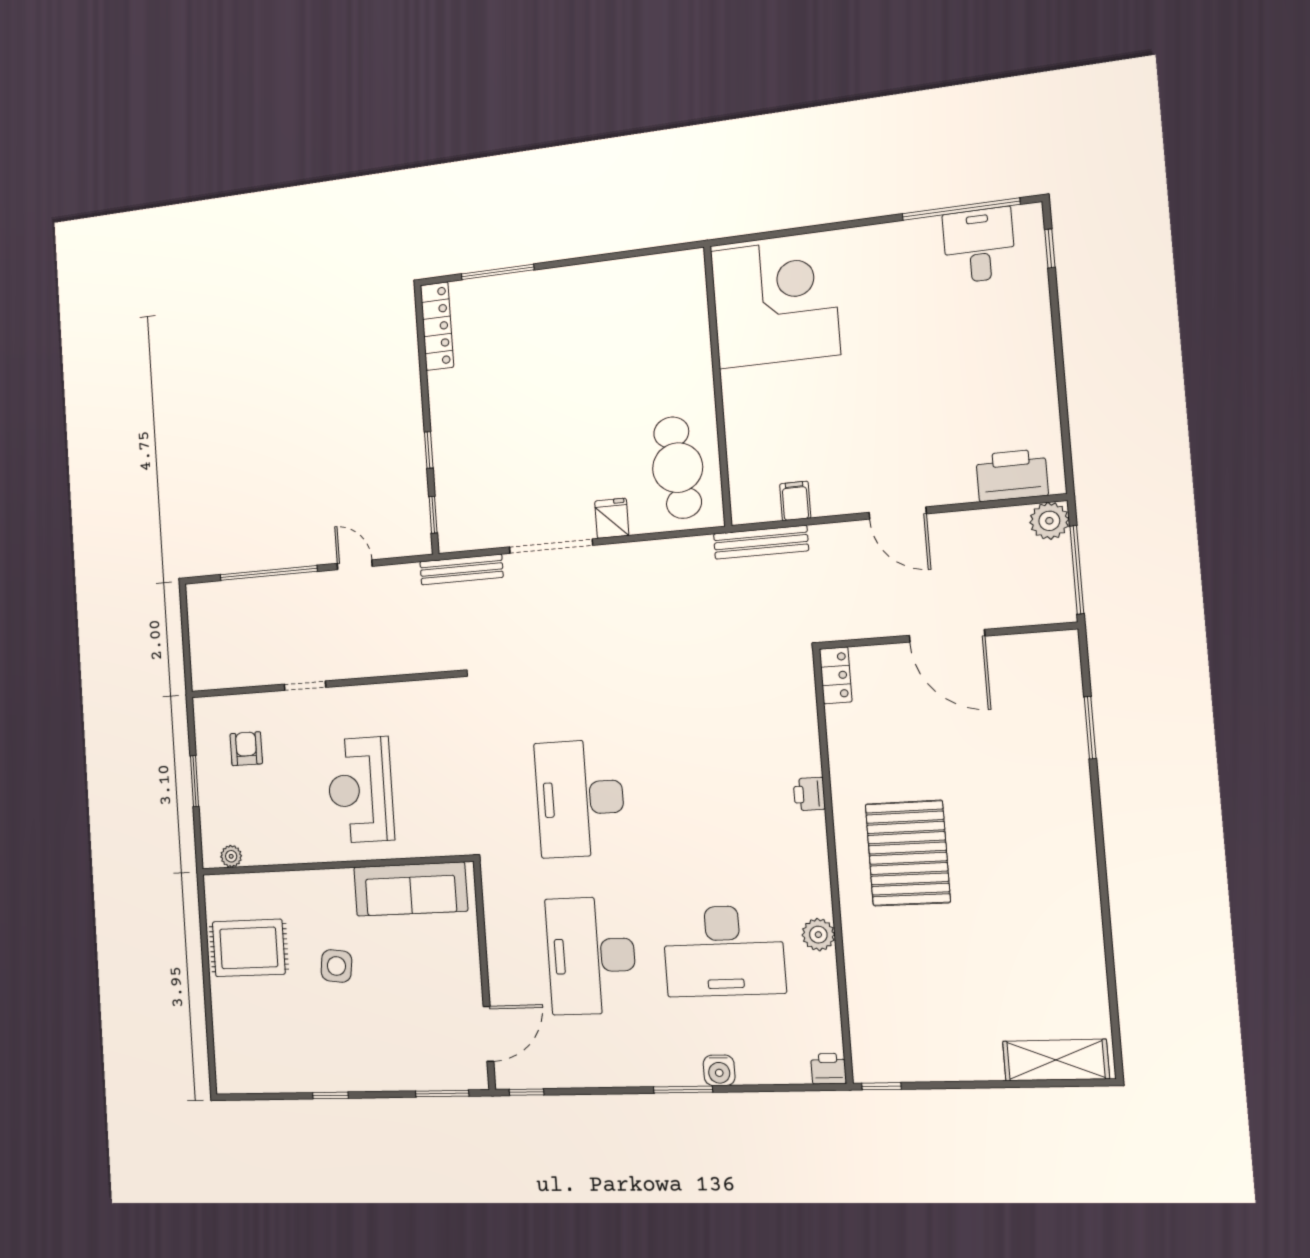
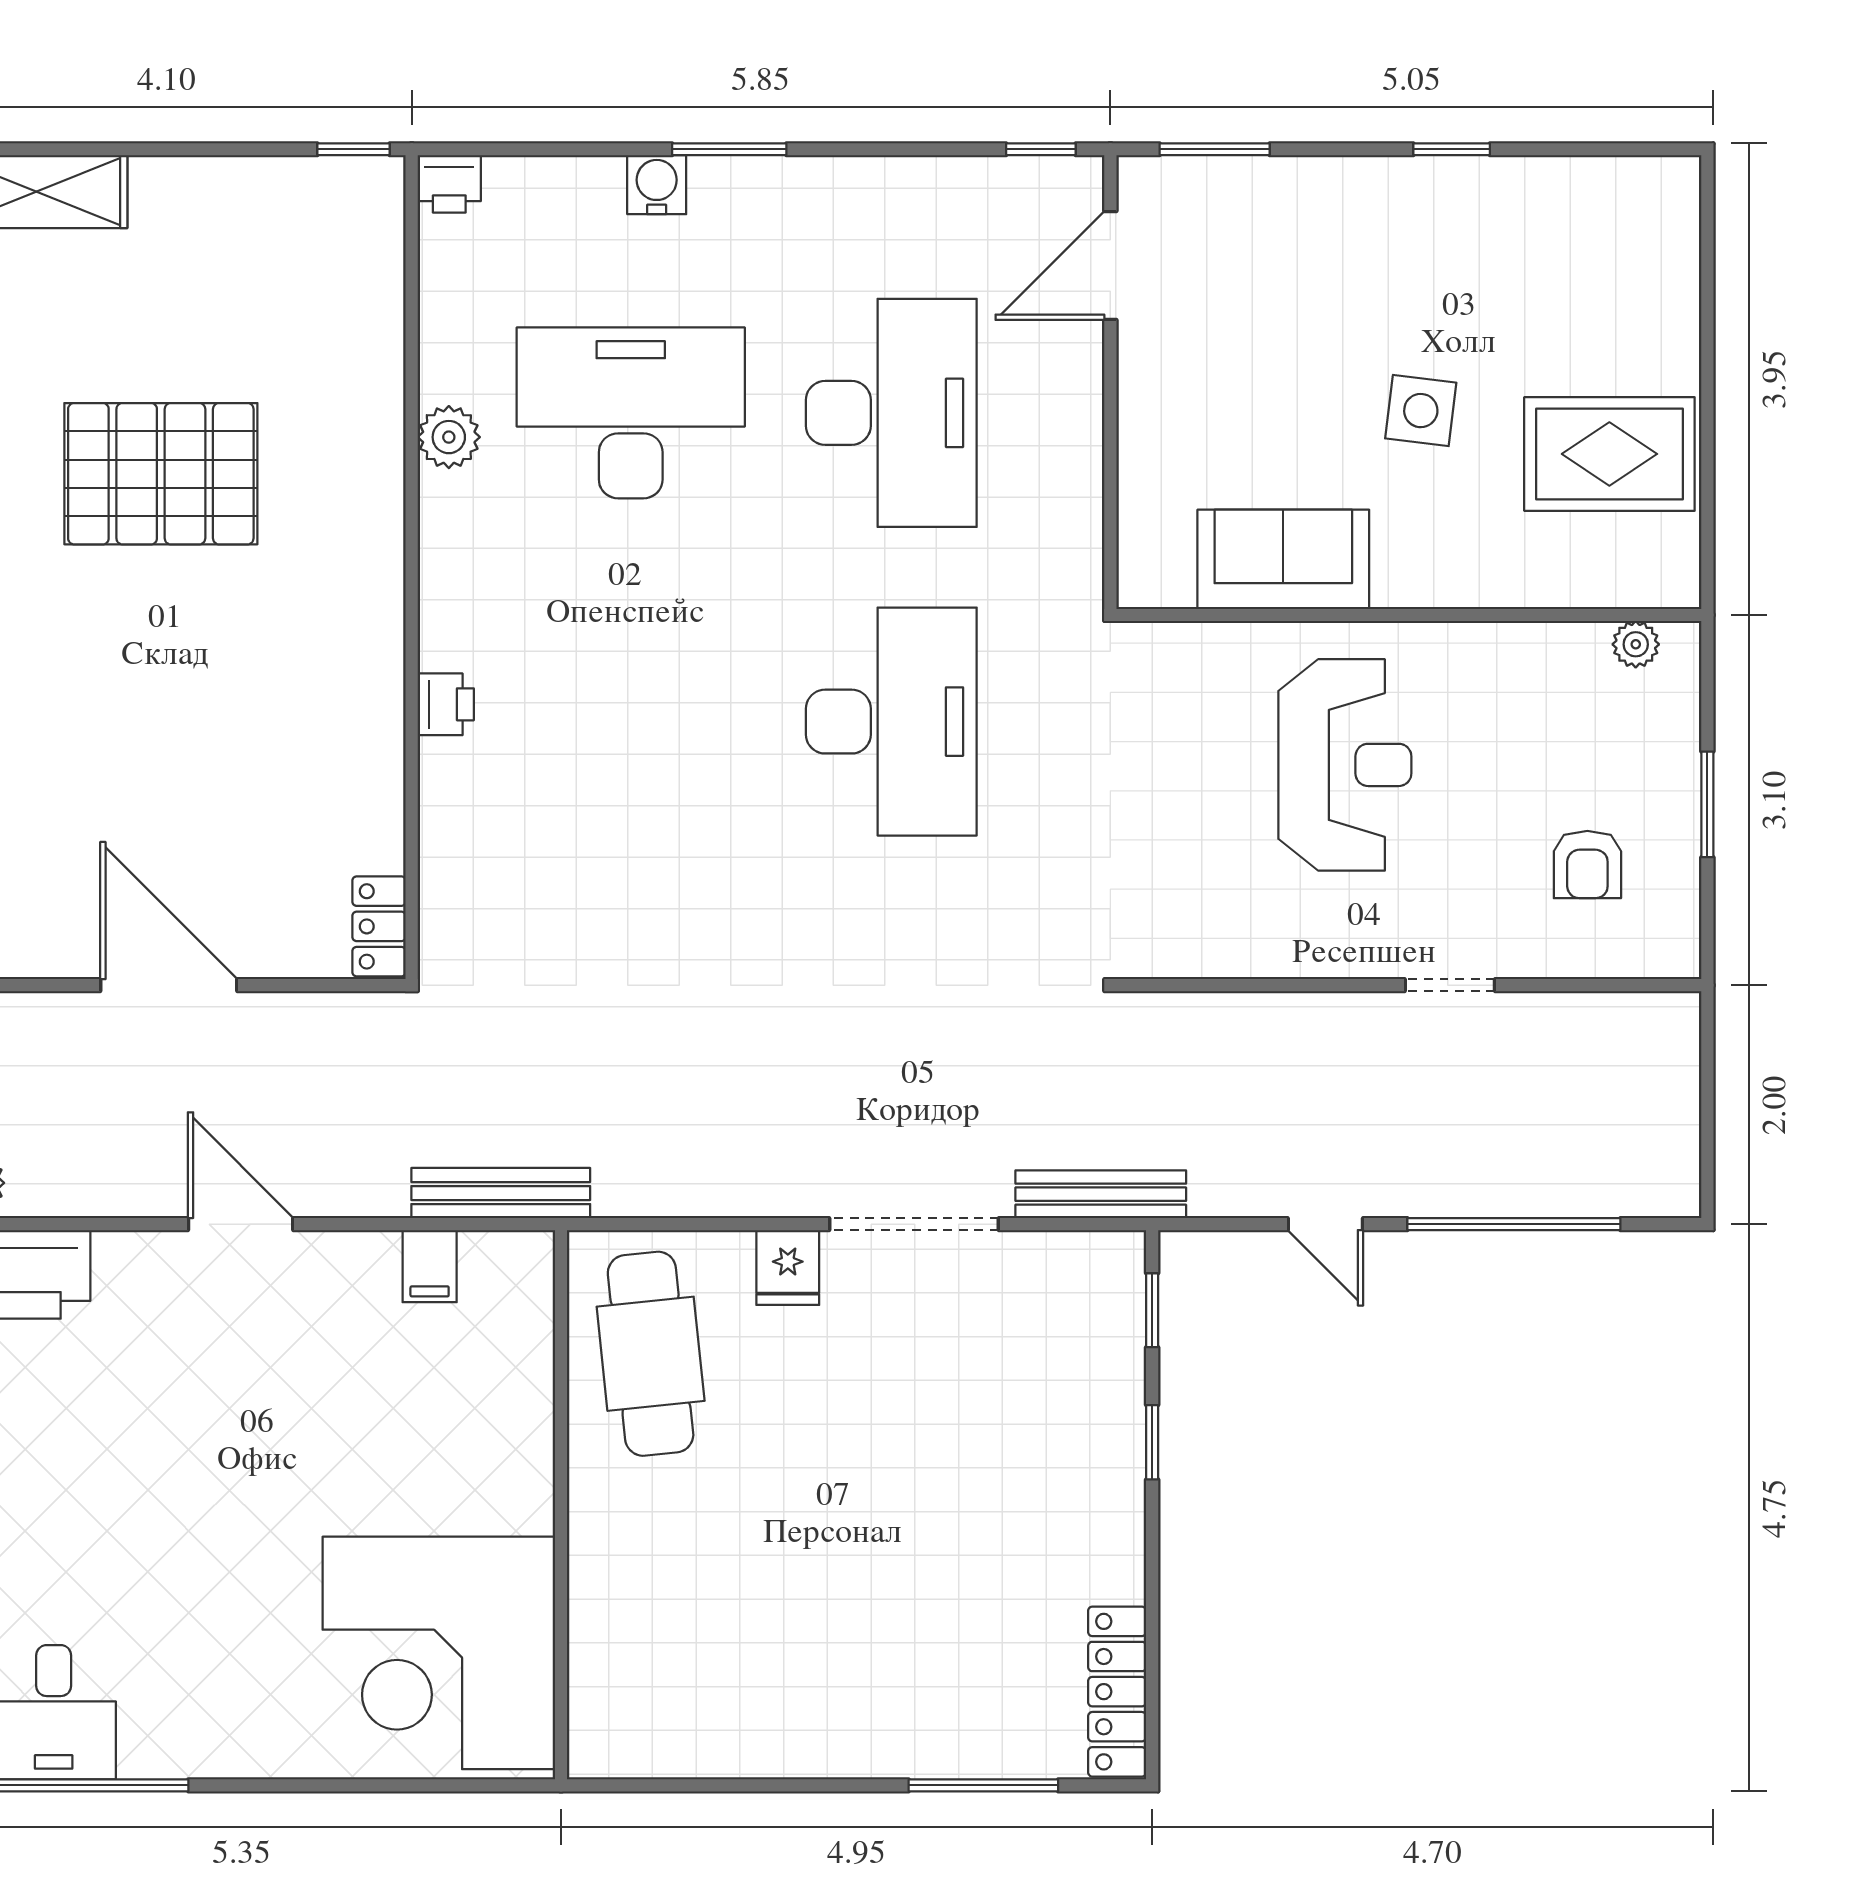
pallet: (908, 853) -> (161, 474), moved, turned 90
sofa: (411, 889) -> (1283, 559), width x0.73

